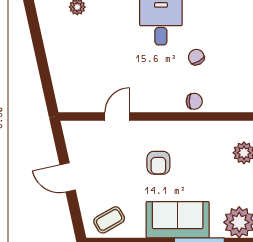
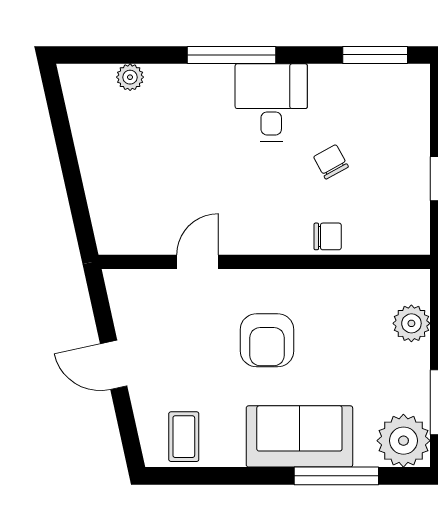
armchair: (158, 163) -> (267, 340), width x1.38, depth x1.38
coffee table: (109, 220) -> (184, 437), turned -60

